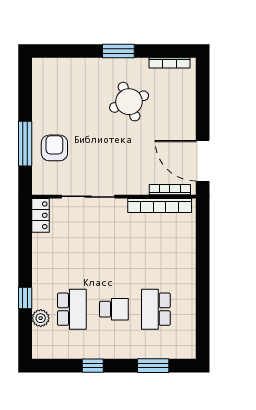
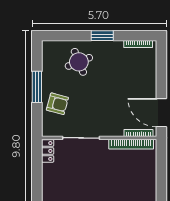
round table: (129, 102) -> (79, 62), moved
window: (25, 144) -> (37, 87), moved
armchair: (54, 148) -> (57, 104), turned 105

